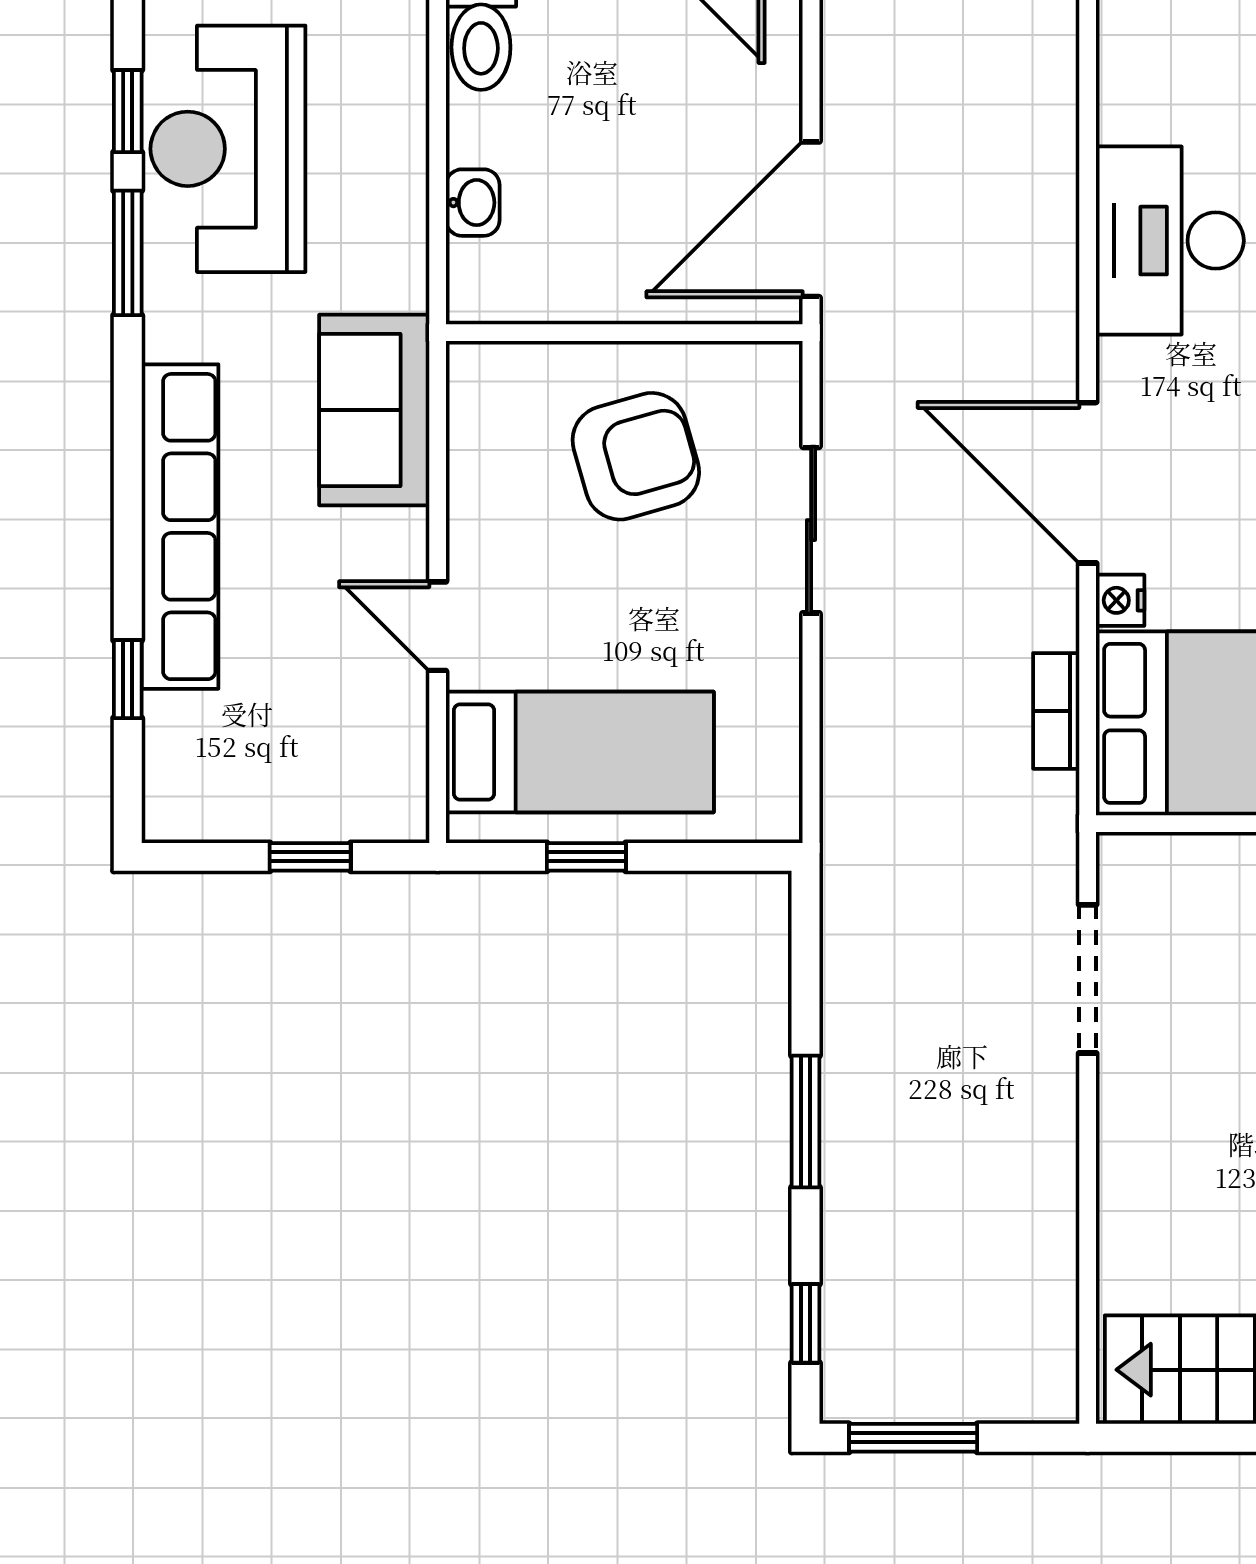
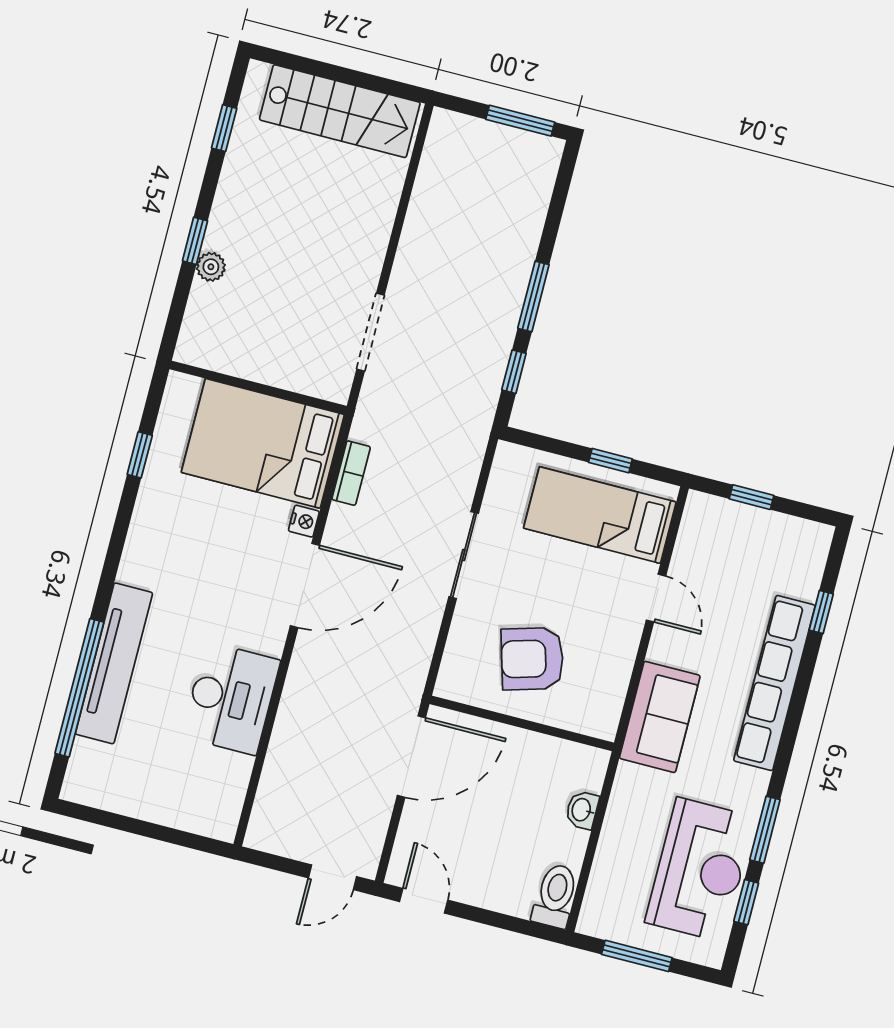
door: (1088, 483) -> (305, 586), hinge flipped
sliding door: (811, 530) -> (464, 555), moved
window: (805, 1323) -> (514, 372), moved

